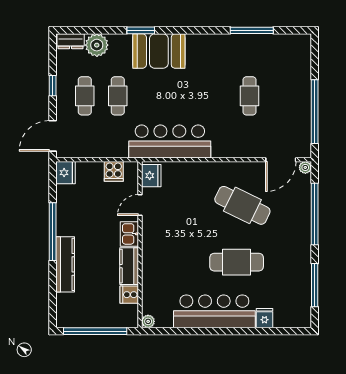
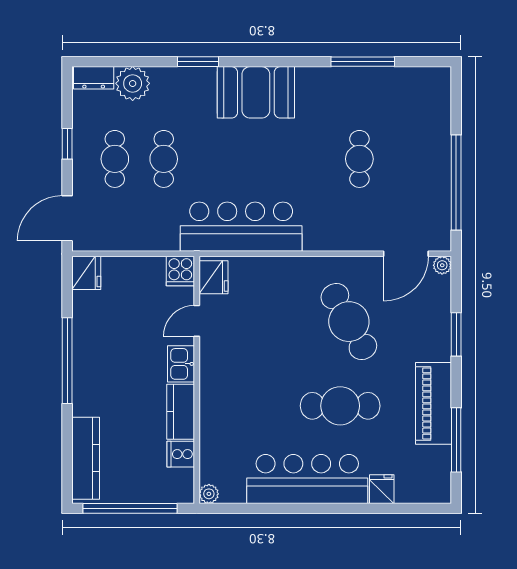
booth: (159, 51) -> (256, 92), moved
cooker: (114, 171) -> (180, 271), moved
cafe table: (242, 205) -> (349, 322), turned 35
window: (315, 214) -> (456, 334), width x0.47
piano: (299, 261) -> (433, 403), added
kitchen counter: (65, 264) -> (86, 458), moved

